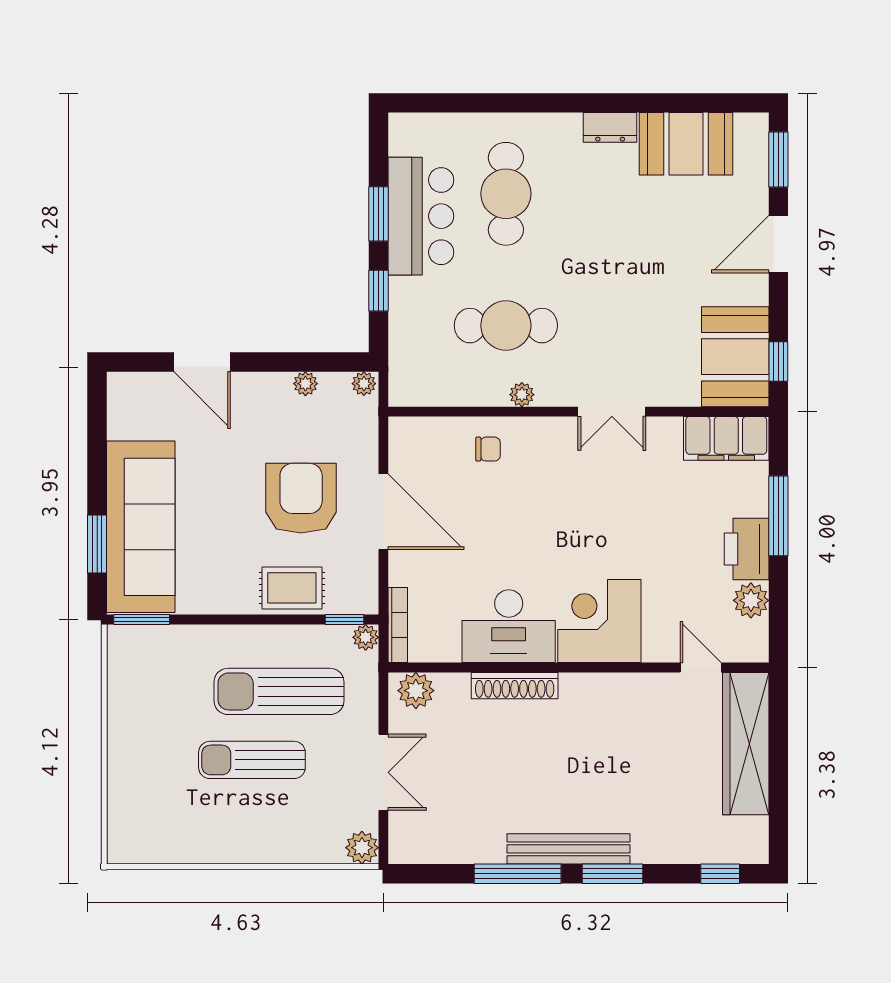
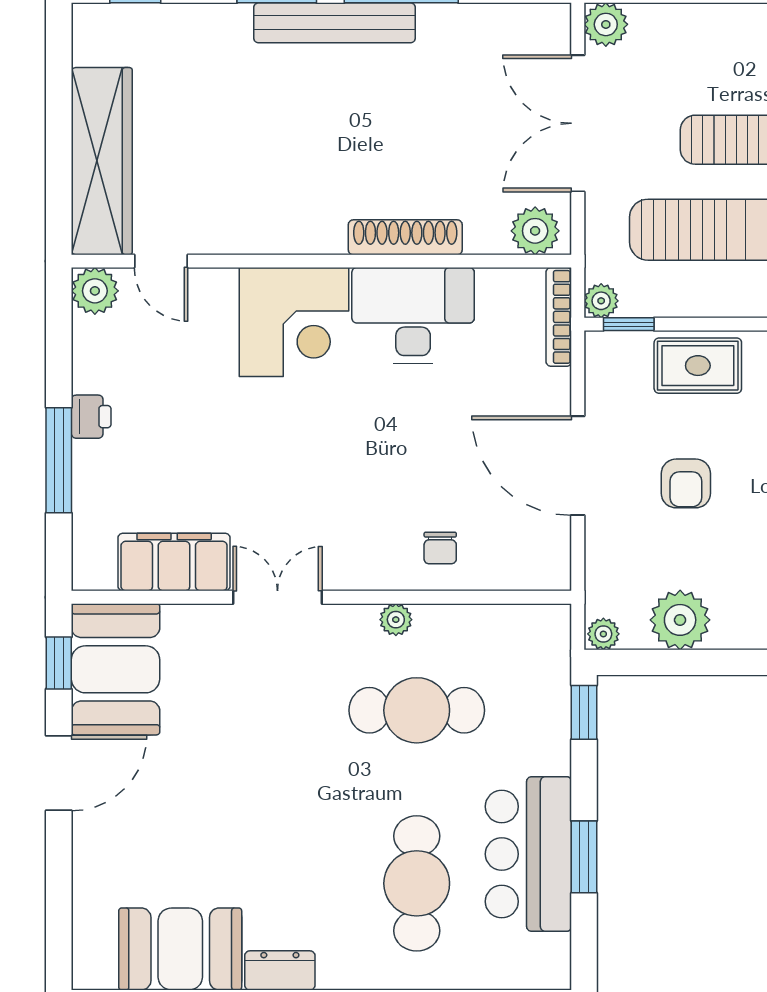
window: (778, 159) -> (59, 928), removed
door: (778, 244) -> (59, 773), moved
window: (379, 291) -> (584, 712), moved
plant: (305, 384) -> (680, 620), width x1.88, depth x1.88
filing cabinet: (726, 438) -> (174, 562), moved
chair: (488, 449) -> (440, 548), turned -90
armchair: (301, 498) -> (686, 483), width x0.53, depth x0.53
printer: (747, 549) -> (91, 417), width x0.53, depth x0.68
plant: (751, 600) -> (95, 291), moved
double door: (383, 772) -> (578, 123), width x1.37

